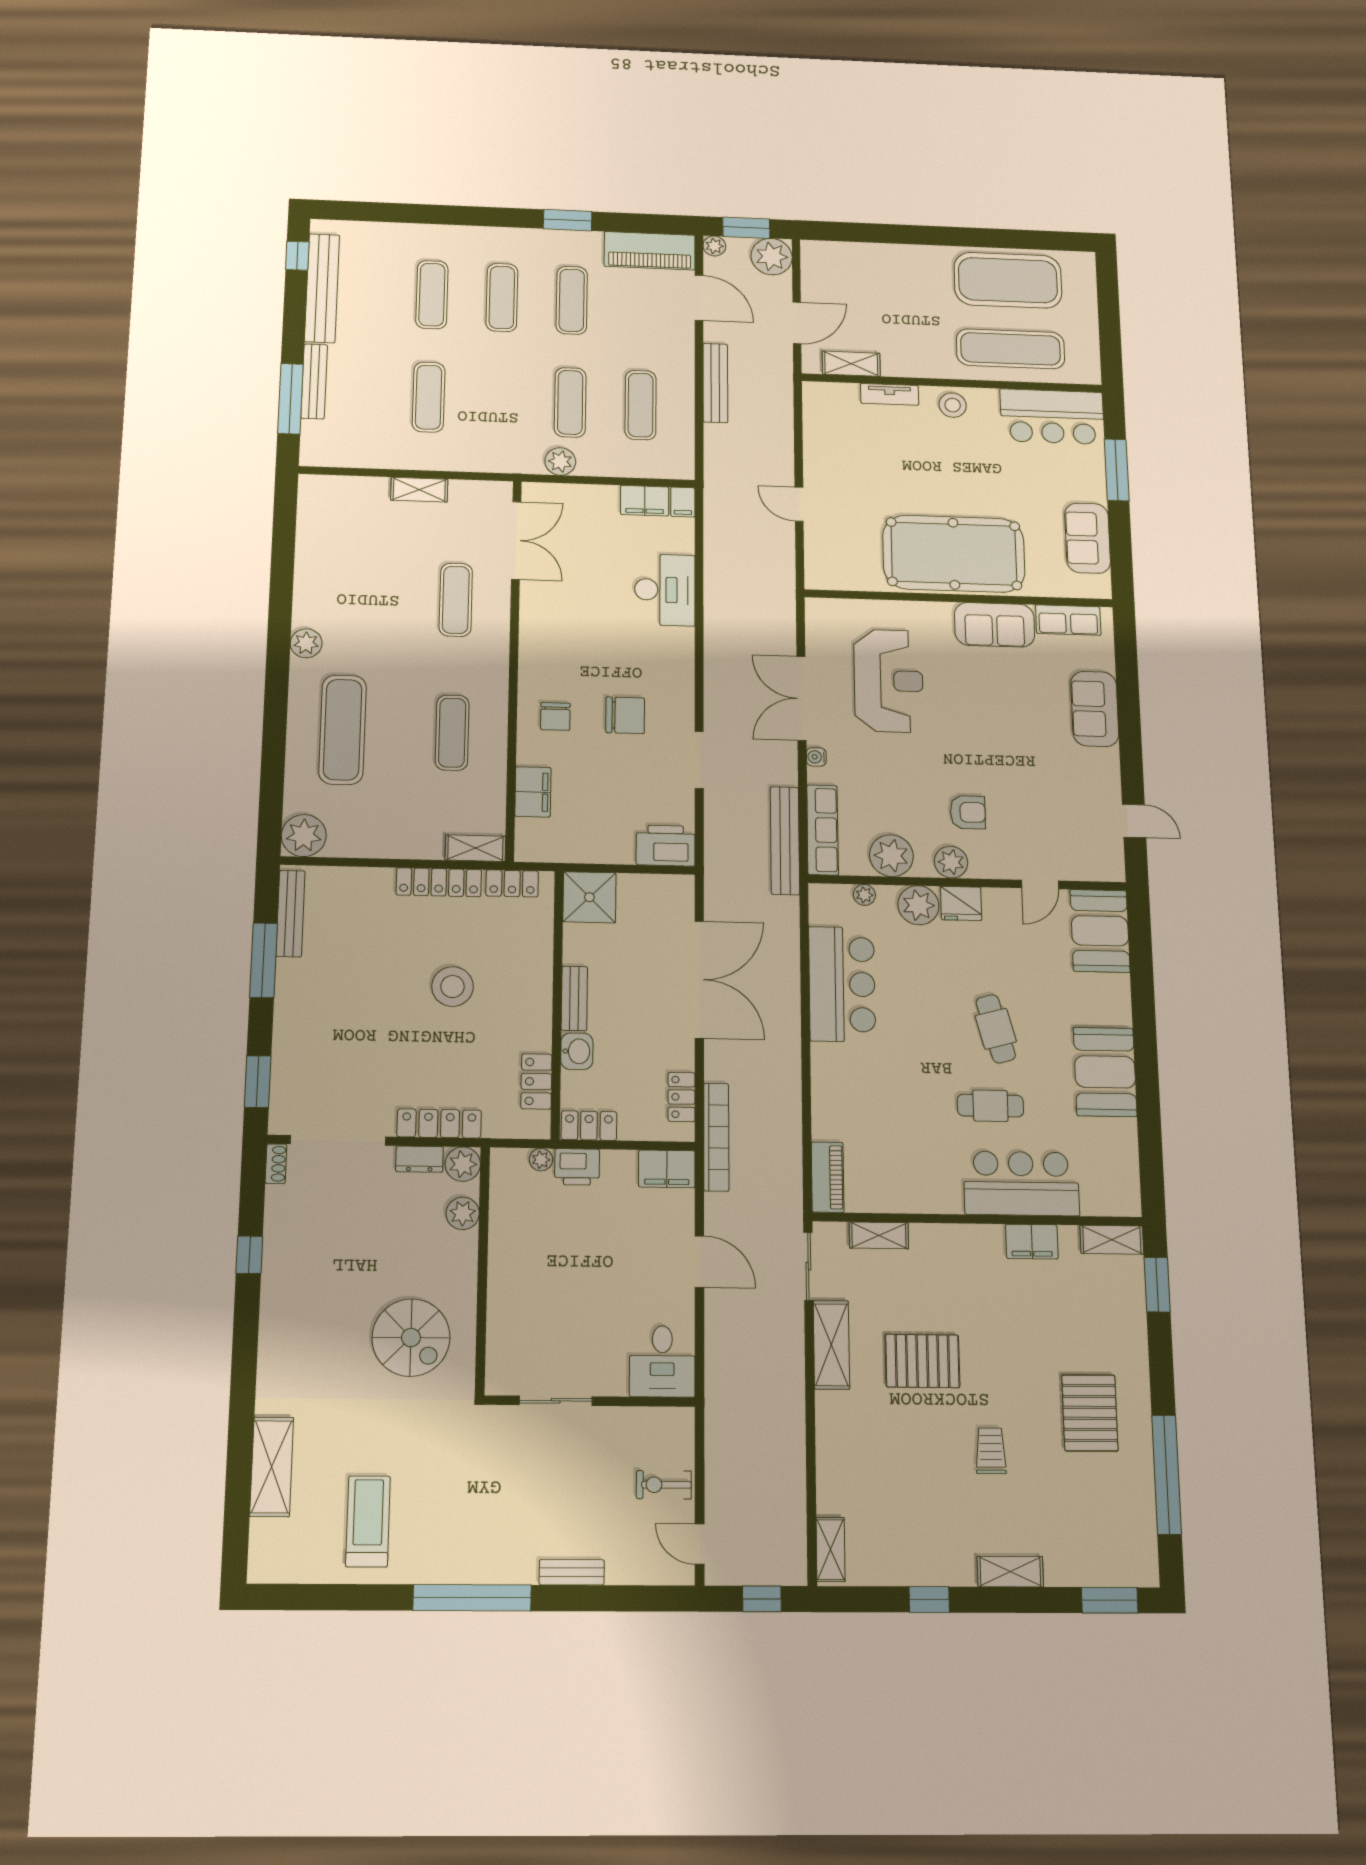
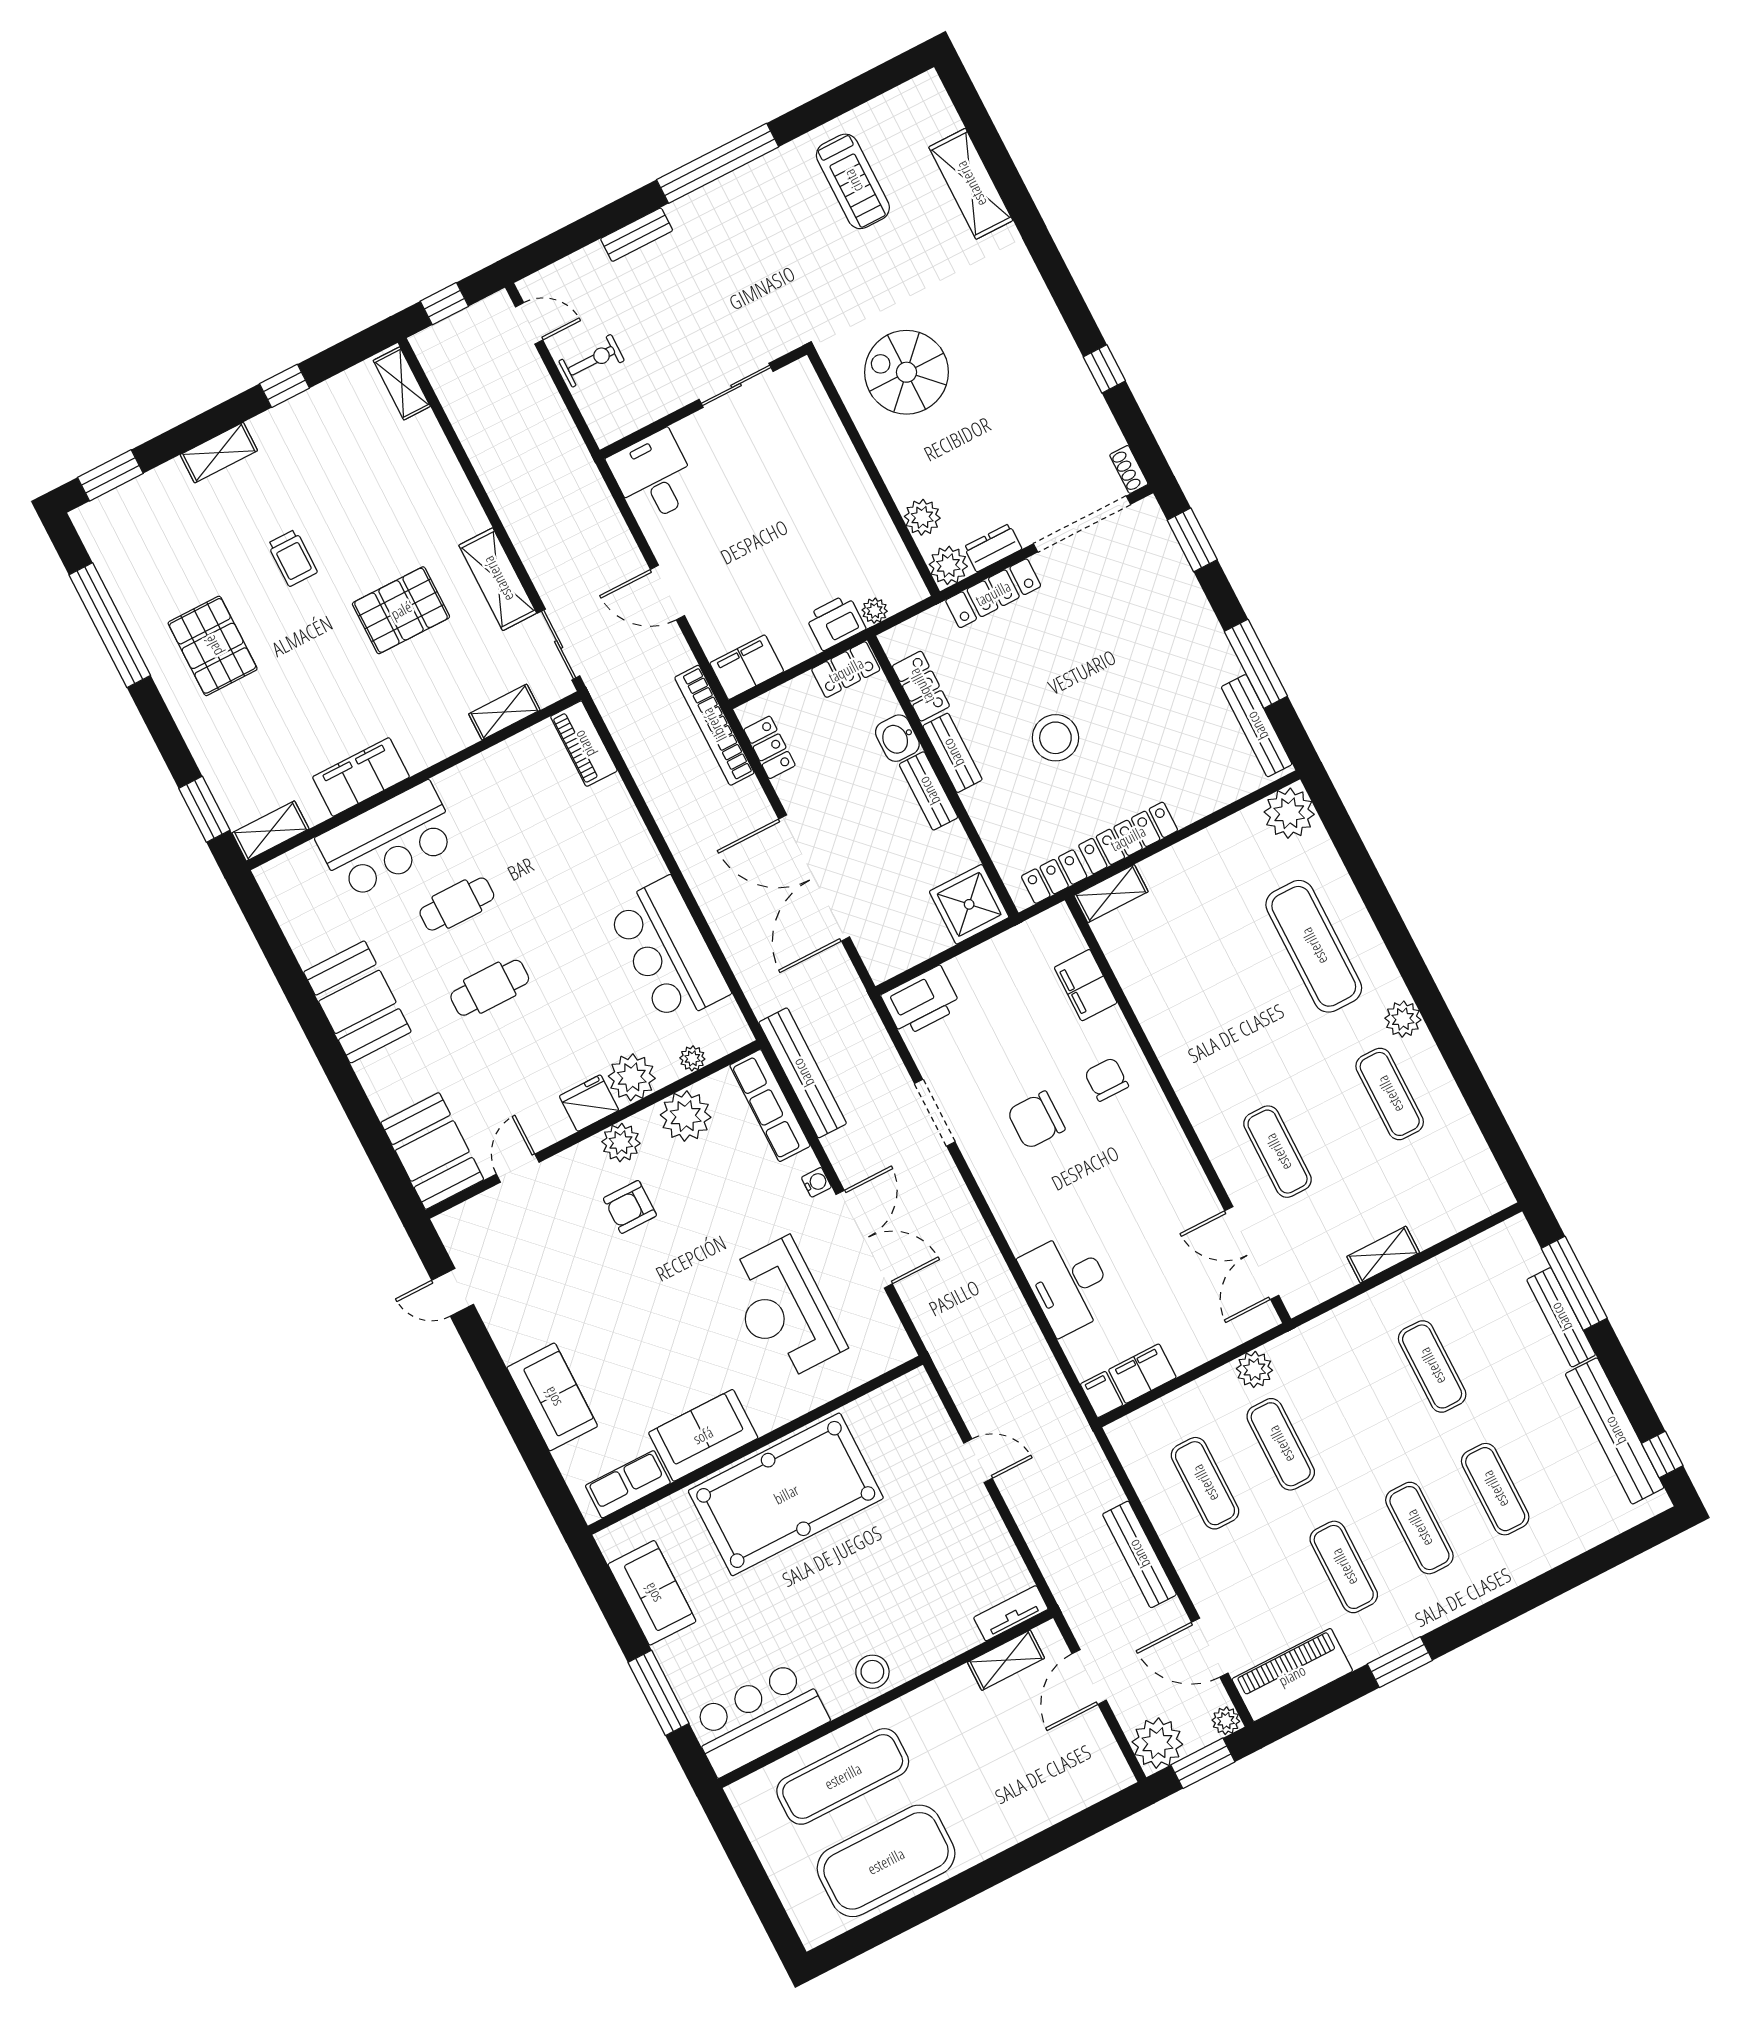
tv unit: (890, 394) -> (1011, 1613), moved
exercise mat: (452, 733) -> (1390, 1094), moved
bench: (540, 1017) -> (953, 753), added
cafe table: (996, 1029) -> (490, 988), turned -75
filing cabinet: (1032, 1242) -> (361, 777), width x1.50, depth x1.17

